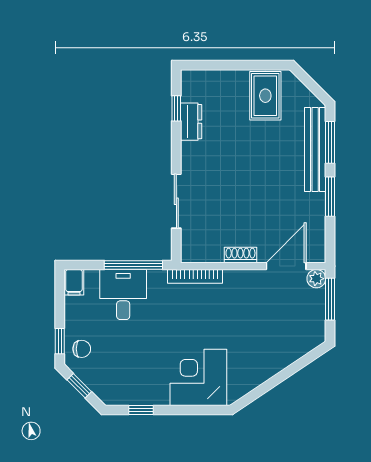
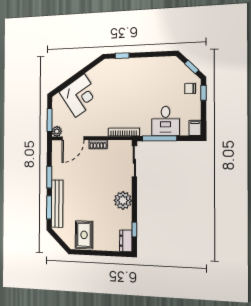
dresser: (191, 122) -> (126, 241), moved
plant: (196, 158) -> (123, 200), added
sliding door: (176, 201) -> (134, 161), moved
corner desk: (198, 377) -> (80, 96), moved, turned -34
window: (141, 410) -> (122, 56), moved

